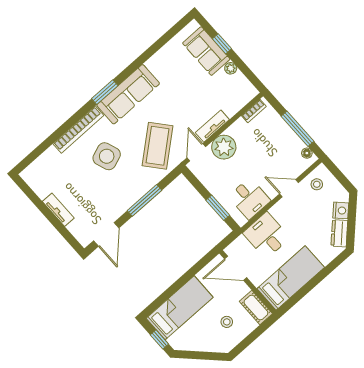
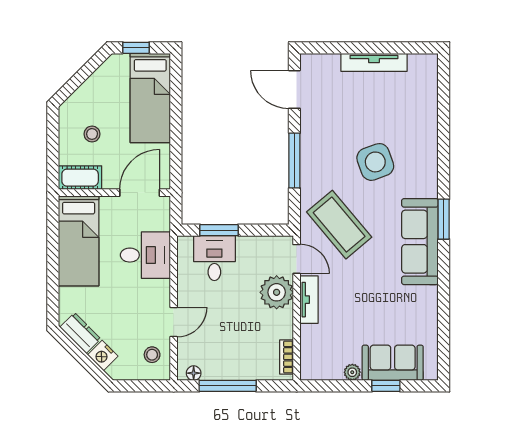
bookcase: (78, 130) -> (429, 157), removed
desk: (249, 199) -> (214, 258), moved, turned 90
tv unit: (58, 210) -> (374, 62), width x1.41

